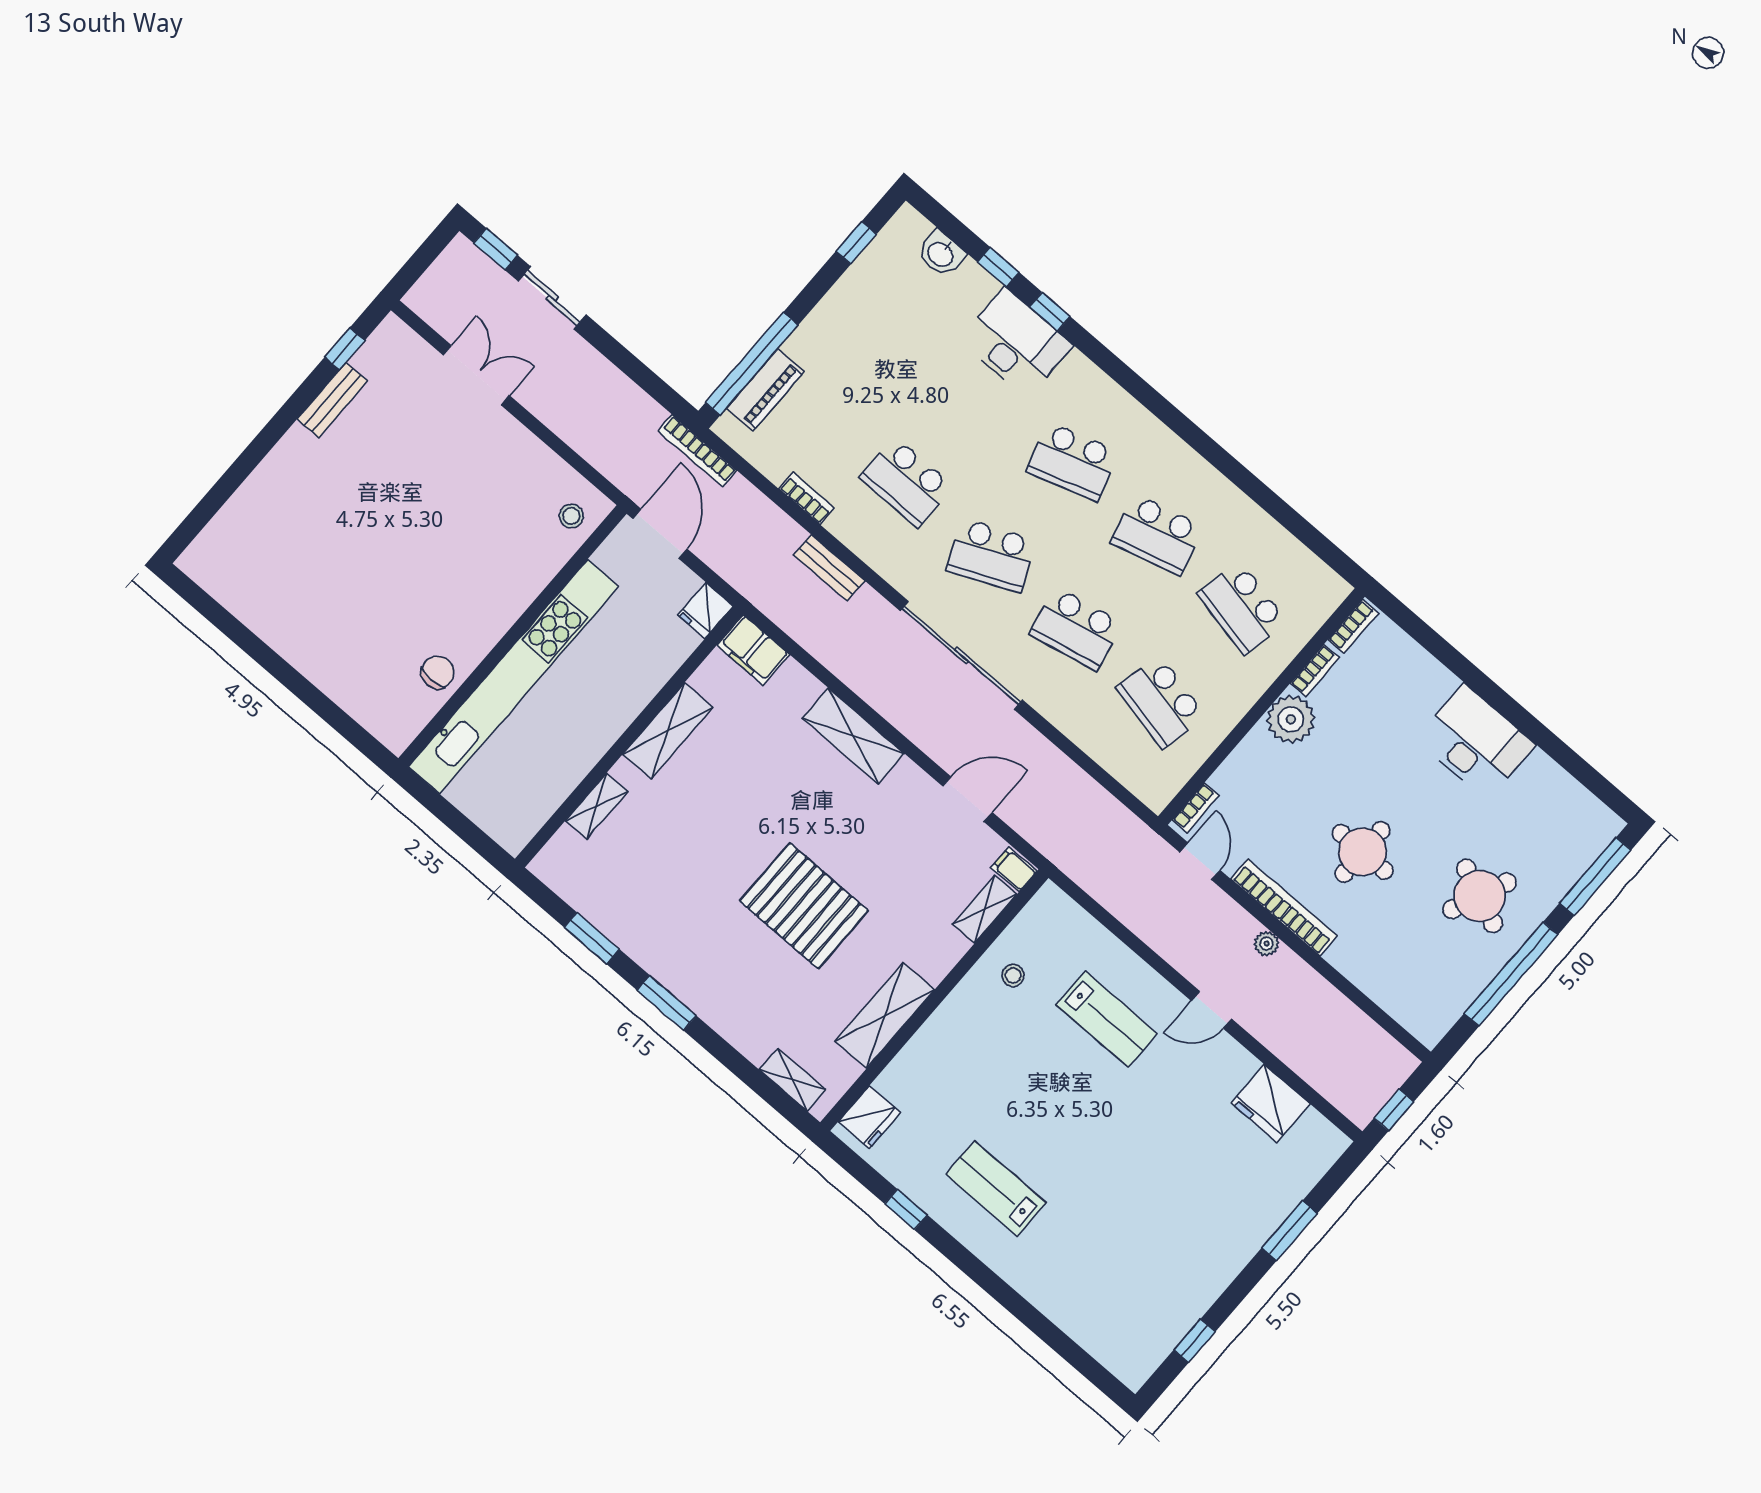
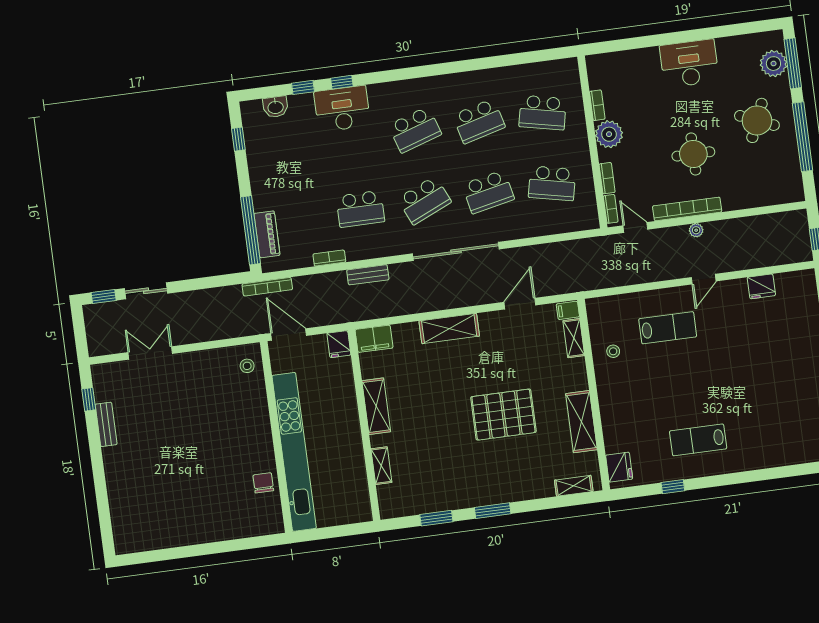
bookcase: (1353, 627) -> (607, 178), moved
plant: (1573, 852) -> (773, 64), added
fridge: (1271, 1103) -> (761, 286), width x0.73, depth x0.75

